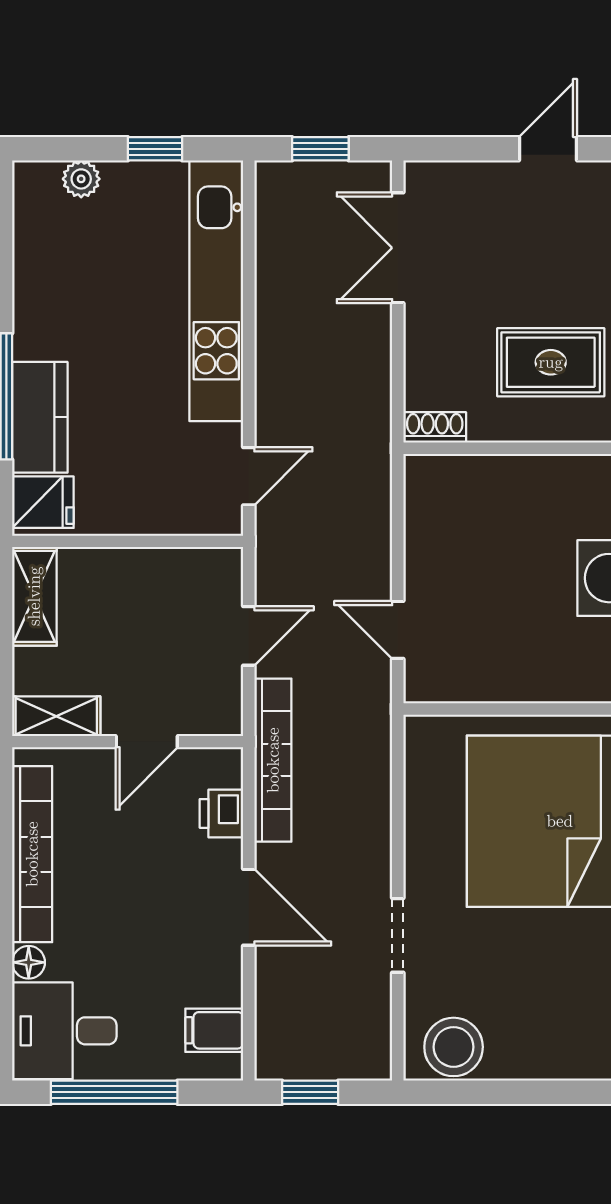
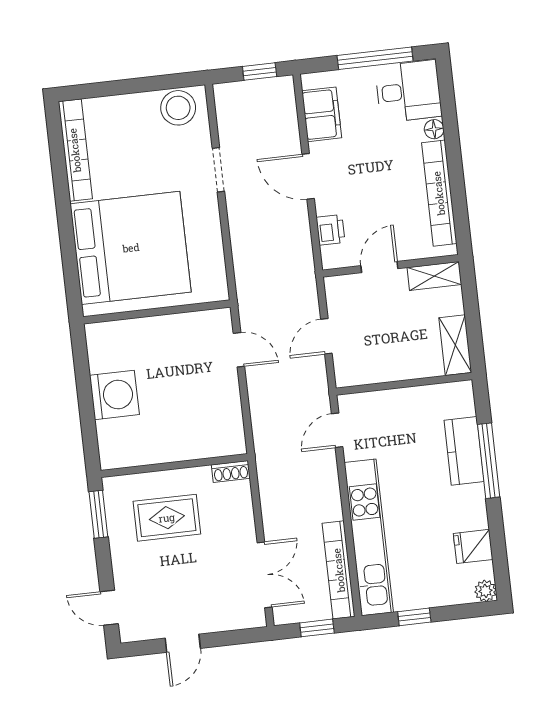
plant: (81, 179) -> (485, 591), moved
fridge: (43, 502) -> (473, 546), moved
bookcase: (273, 760) -> (339, 570), moved
filing cabinet: (214, 1030) -> (322, 114), width x2.00

